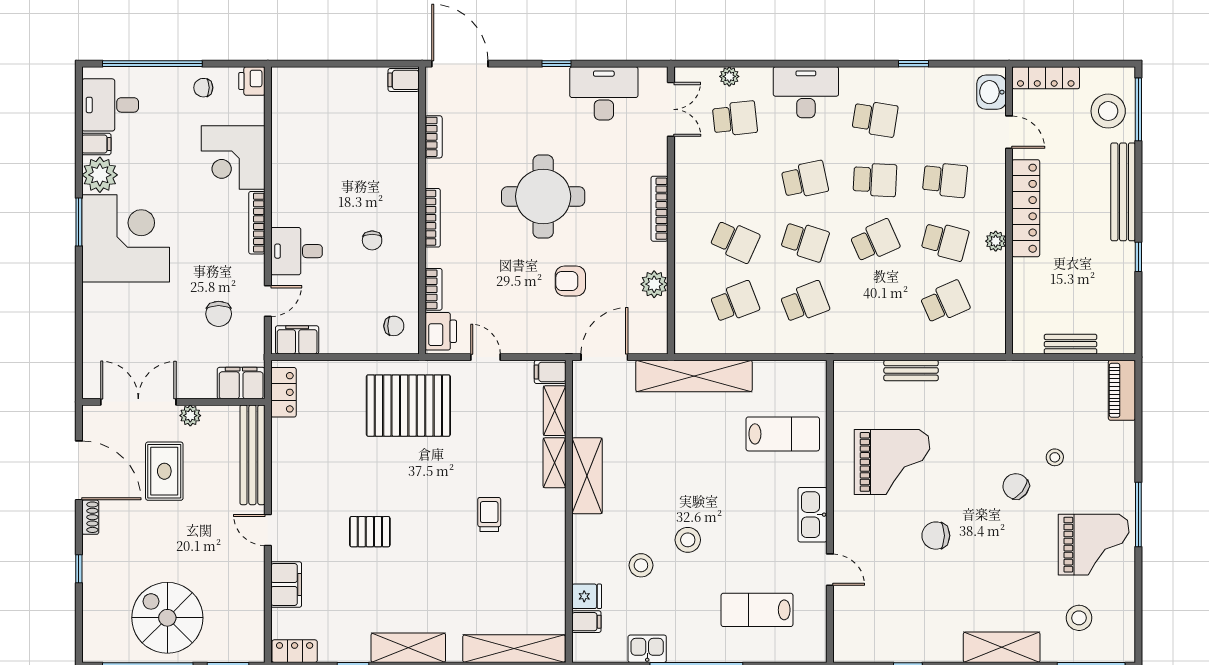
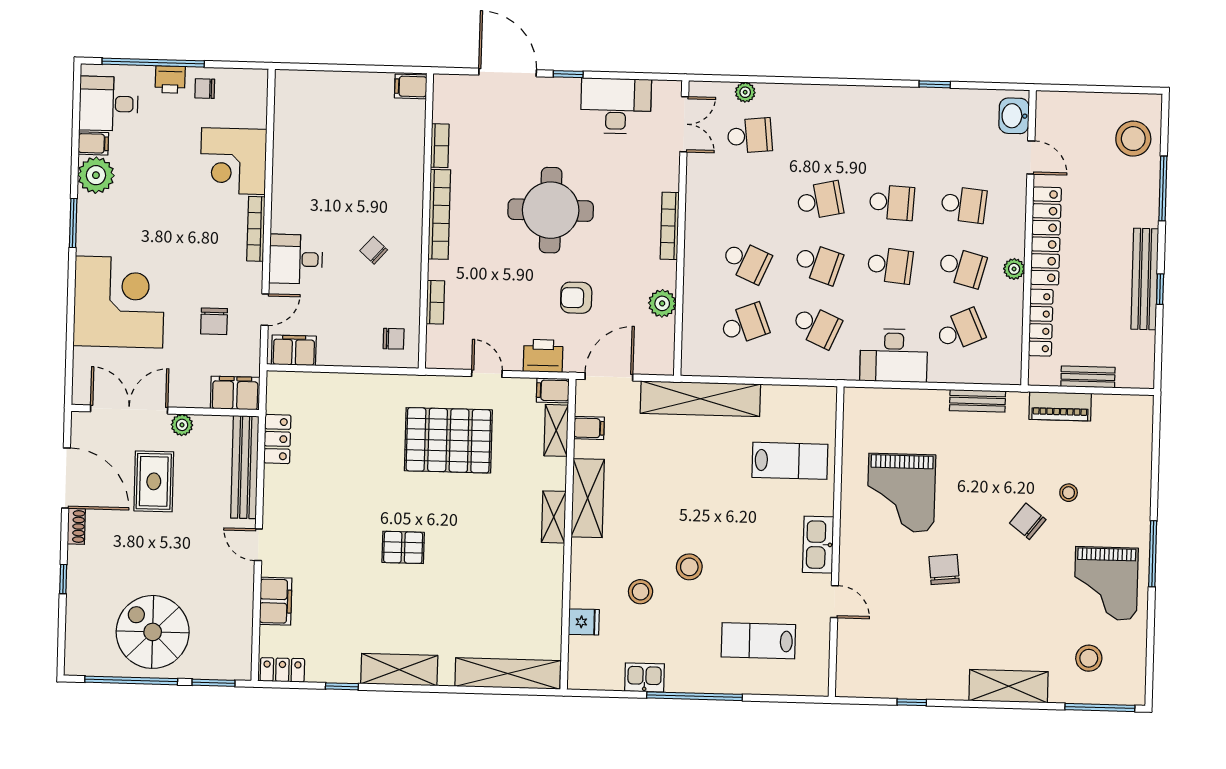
door: (460, 64) -> (508, 72), moved
locker: (1046, 78) -> (1041, 323), moved, turned -90
printer: (252, 81) -> (170, 80), moved, turned -90
desk: (806, 92) -> (894, 355), moved, turned 180
window: (1138, 109) -> (1163, 188), moved
school desk: (875, 119) -> (894, 140), removed
bench: (1123, 192) -> (1145, 279), moved
bookcase: (433, 218) -> (439, 214), width x1.48, depth x1.31
corner desk: (126, 238) -> (119, 302), moved
chair: (372, 240) -> (374, 250), turned 132
school desk: (875, 241) -> (890, 265), turned 30
school desk: (805, 302) -> (816, 326), turned 45
printer: (441, 331) -> (543, 356), moved, turned -90
bench: (911, 370) -> (978, 401), moved
piano: (1122, 390) -> (1060, 406), moved, turned -90
locker: (283, 392) -> (277, 439), moved
pallet: (408, 406) -> (448, 440), moved
grand piano: (892, 462) -> (901, 493), turned 90
shelving: (555, 463) -> (554, 517), moved
trolley: (489, 514) -> (486, 535), removed
pallet: (370, 532) -> (403, 547), moved
chair: (936, 536) -> (944, 570), turned 84
grand piano: (1094, 545) -> (1106, 583), turned 90
filing cabinet: (586, 622) -> (589, 428), moved

